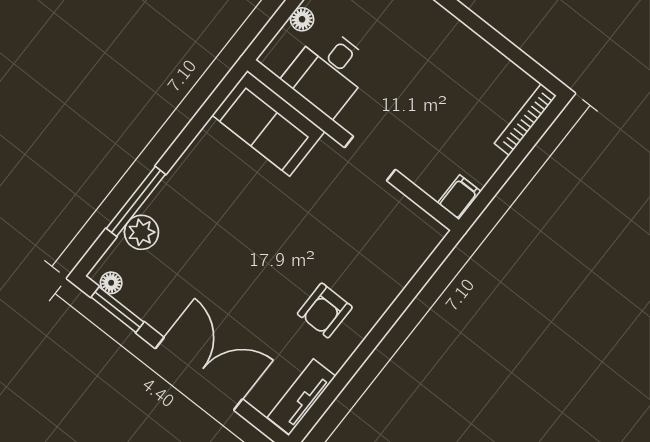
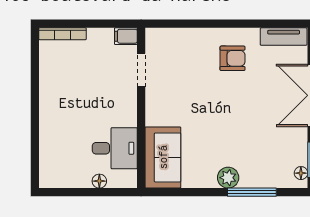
doorway: (370, 159) -> (141, 70), moved
plant: (141, 232) -> (228, 178), moved

